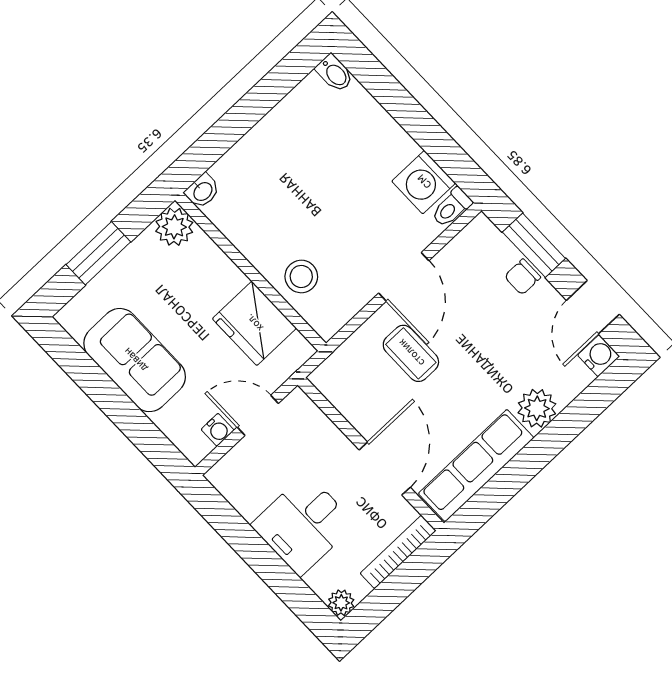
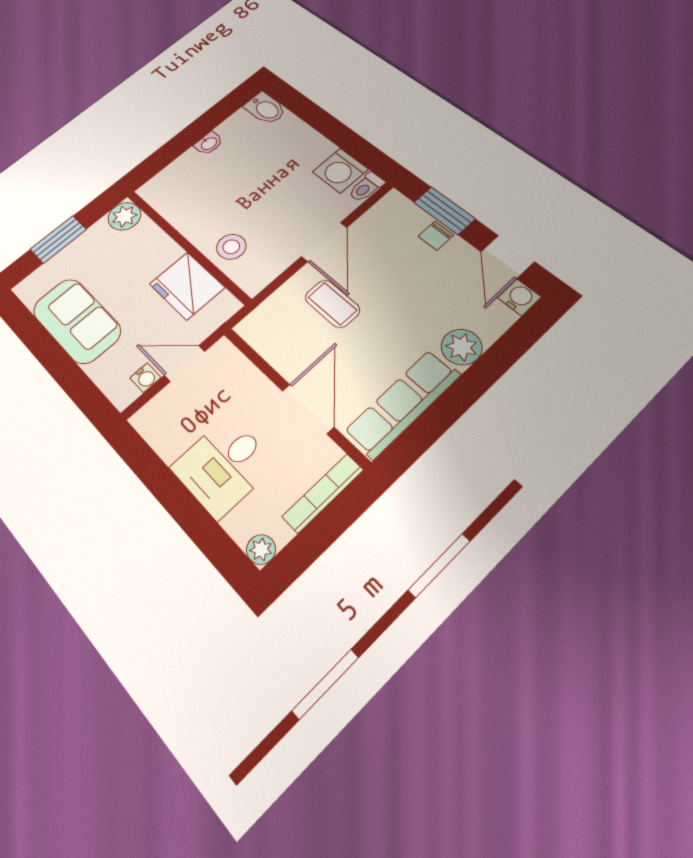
bidet: (335, 73) -> (265, 108), width x1.38, depth x1.36
washbasin: (202, 191) -> (209, 143), moved

